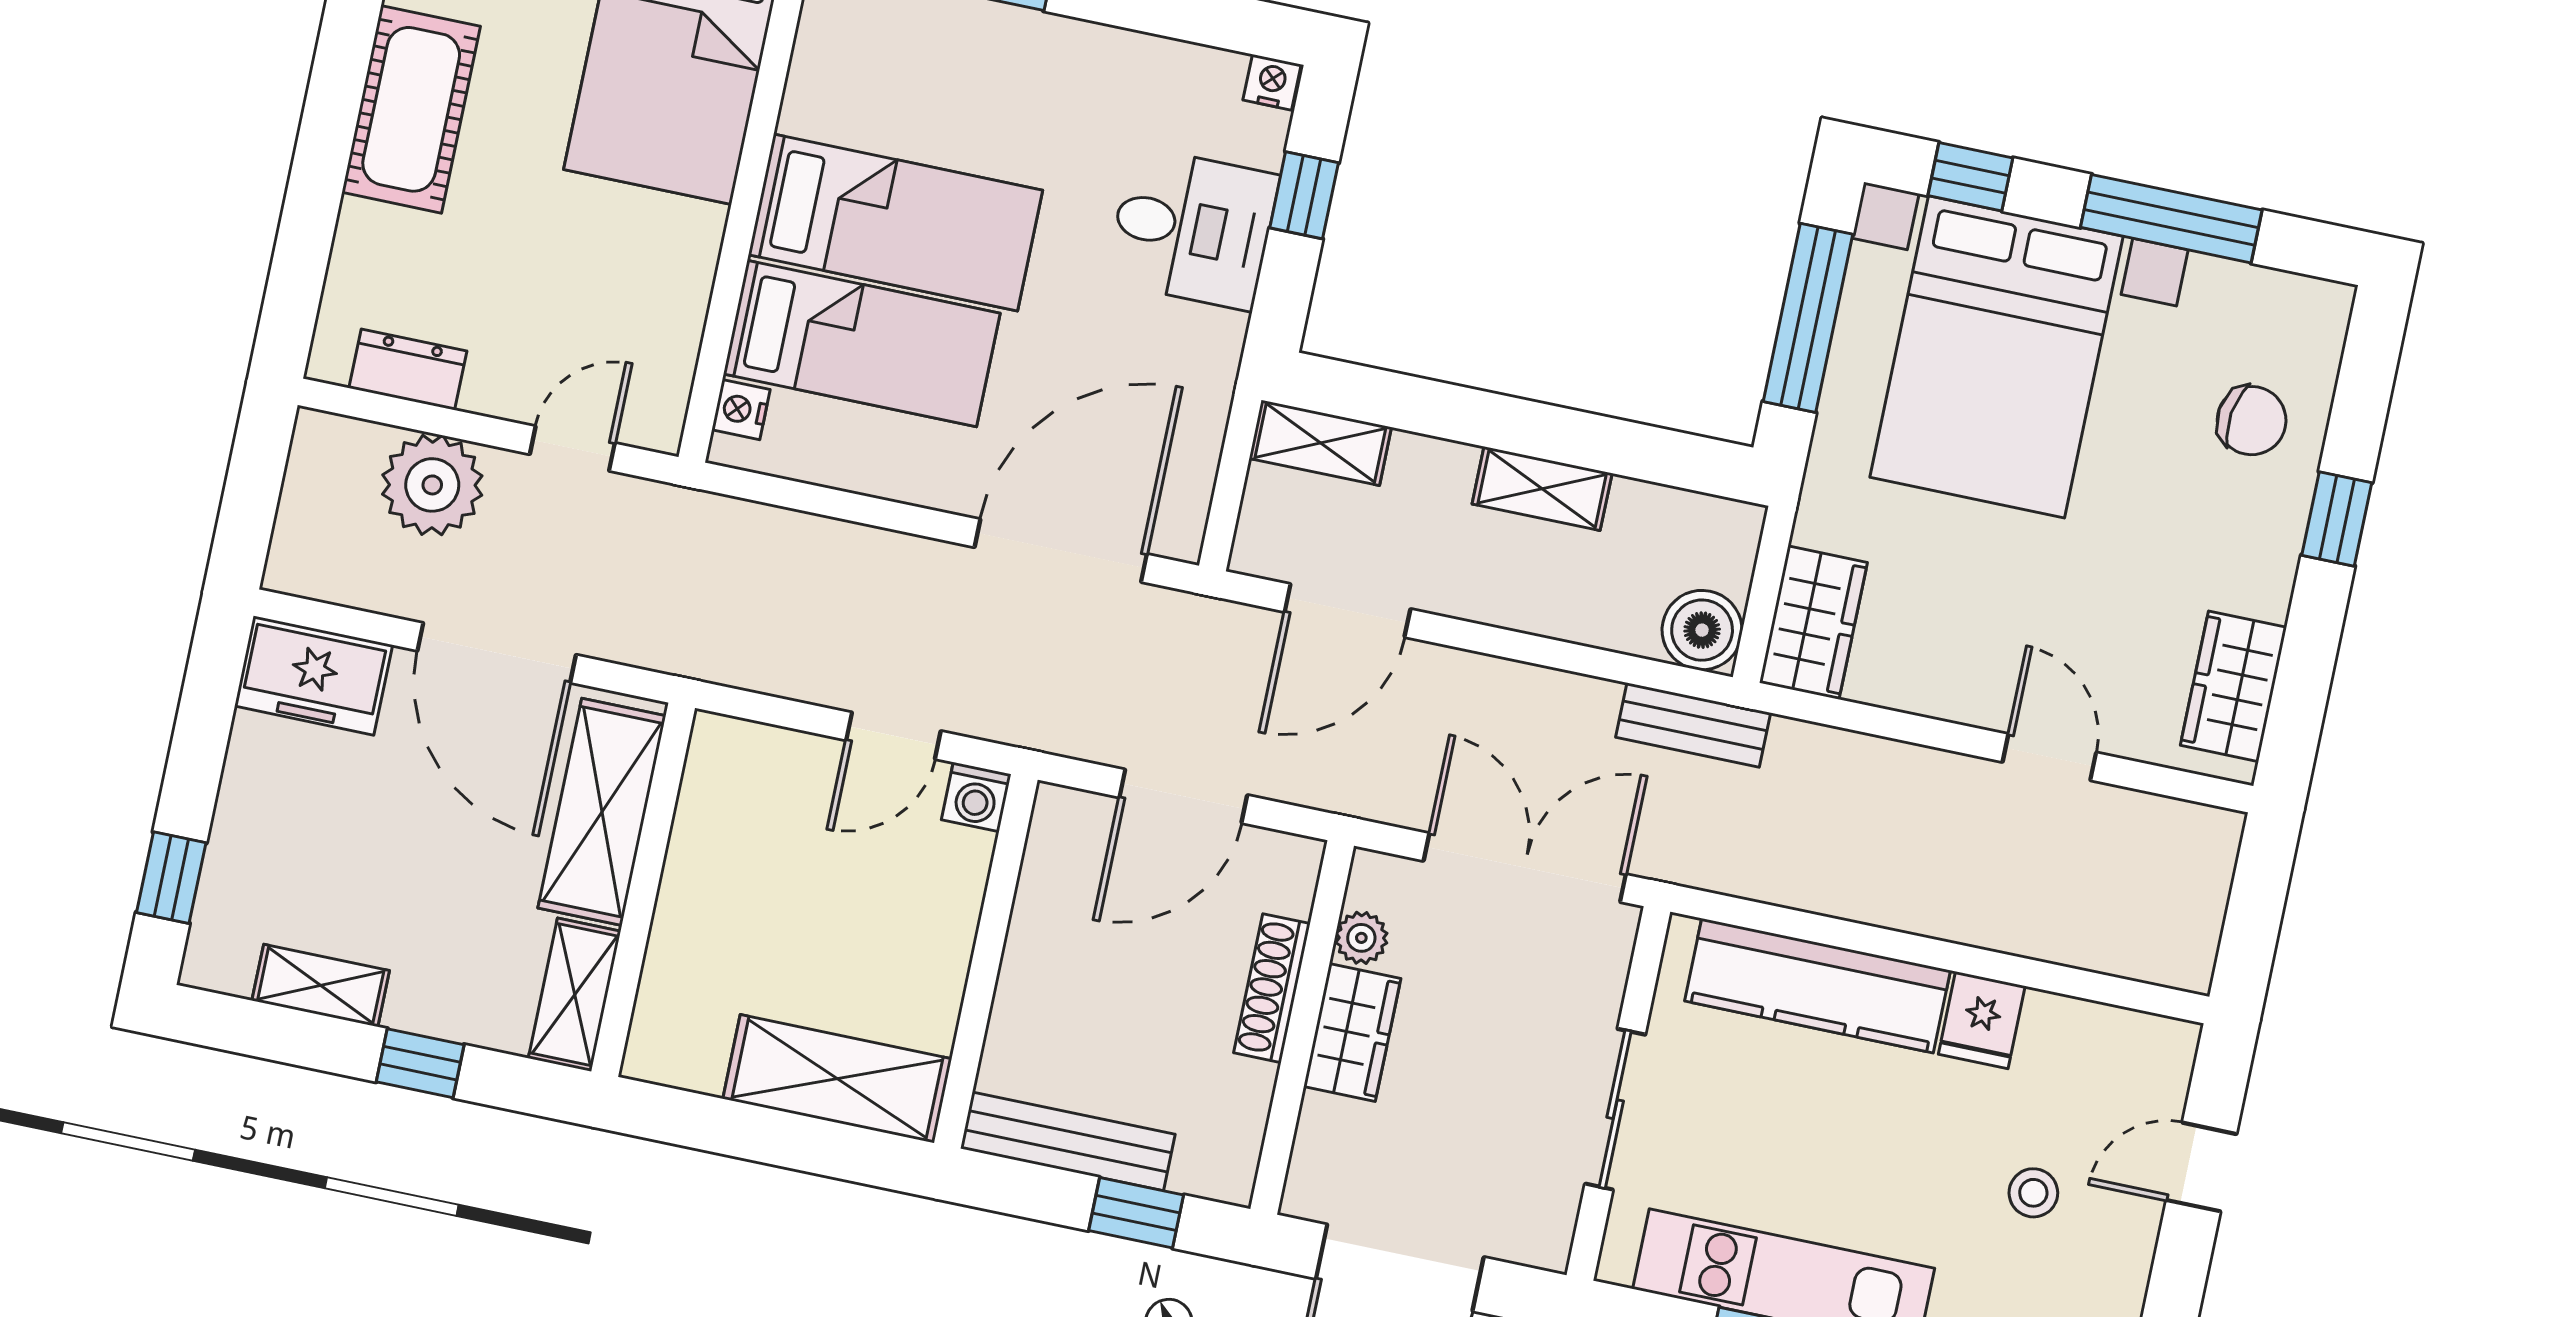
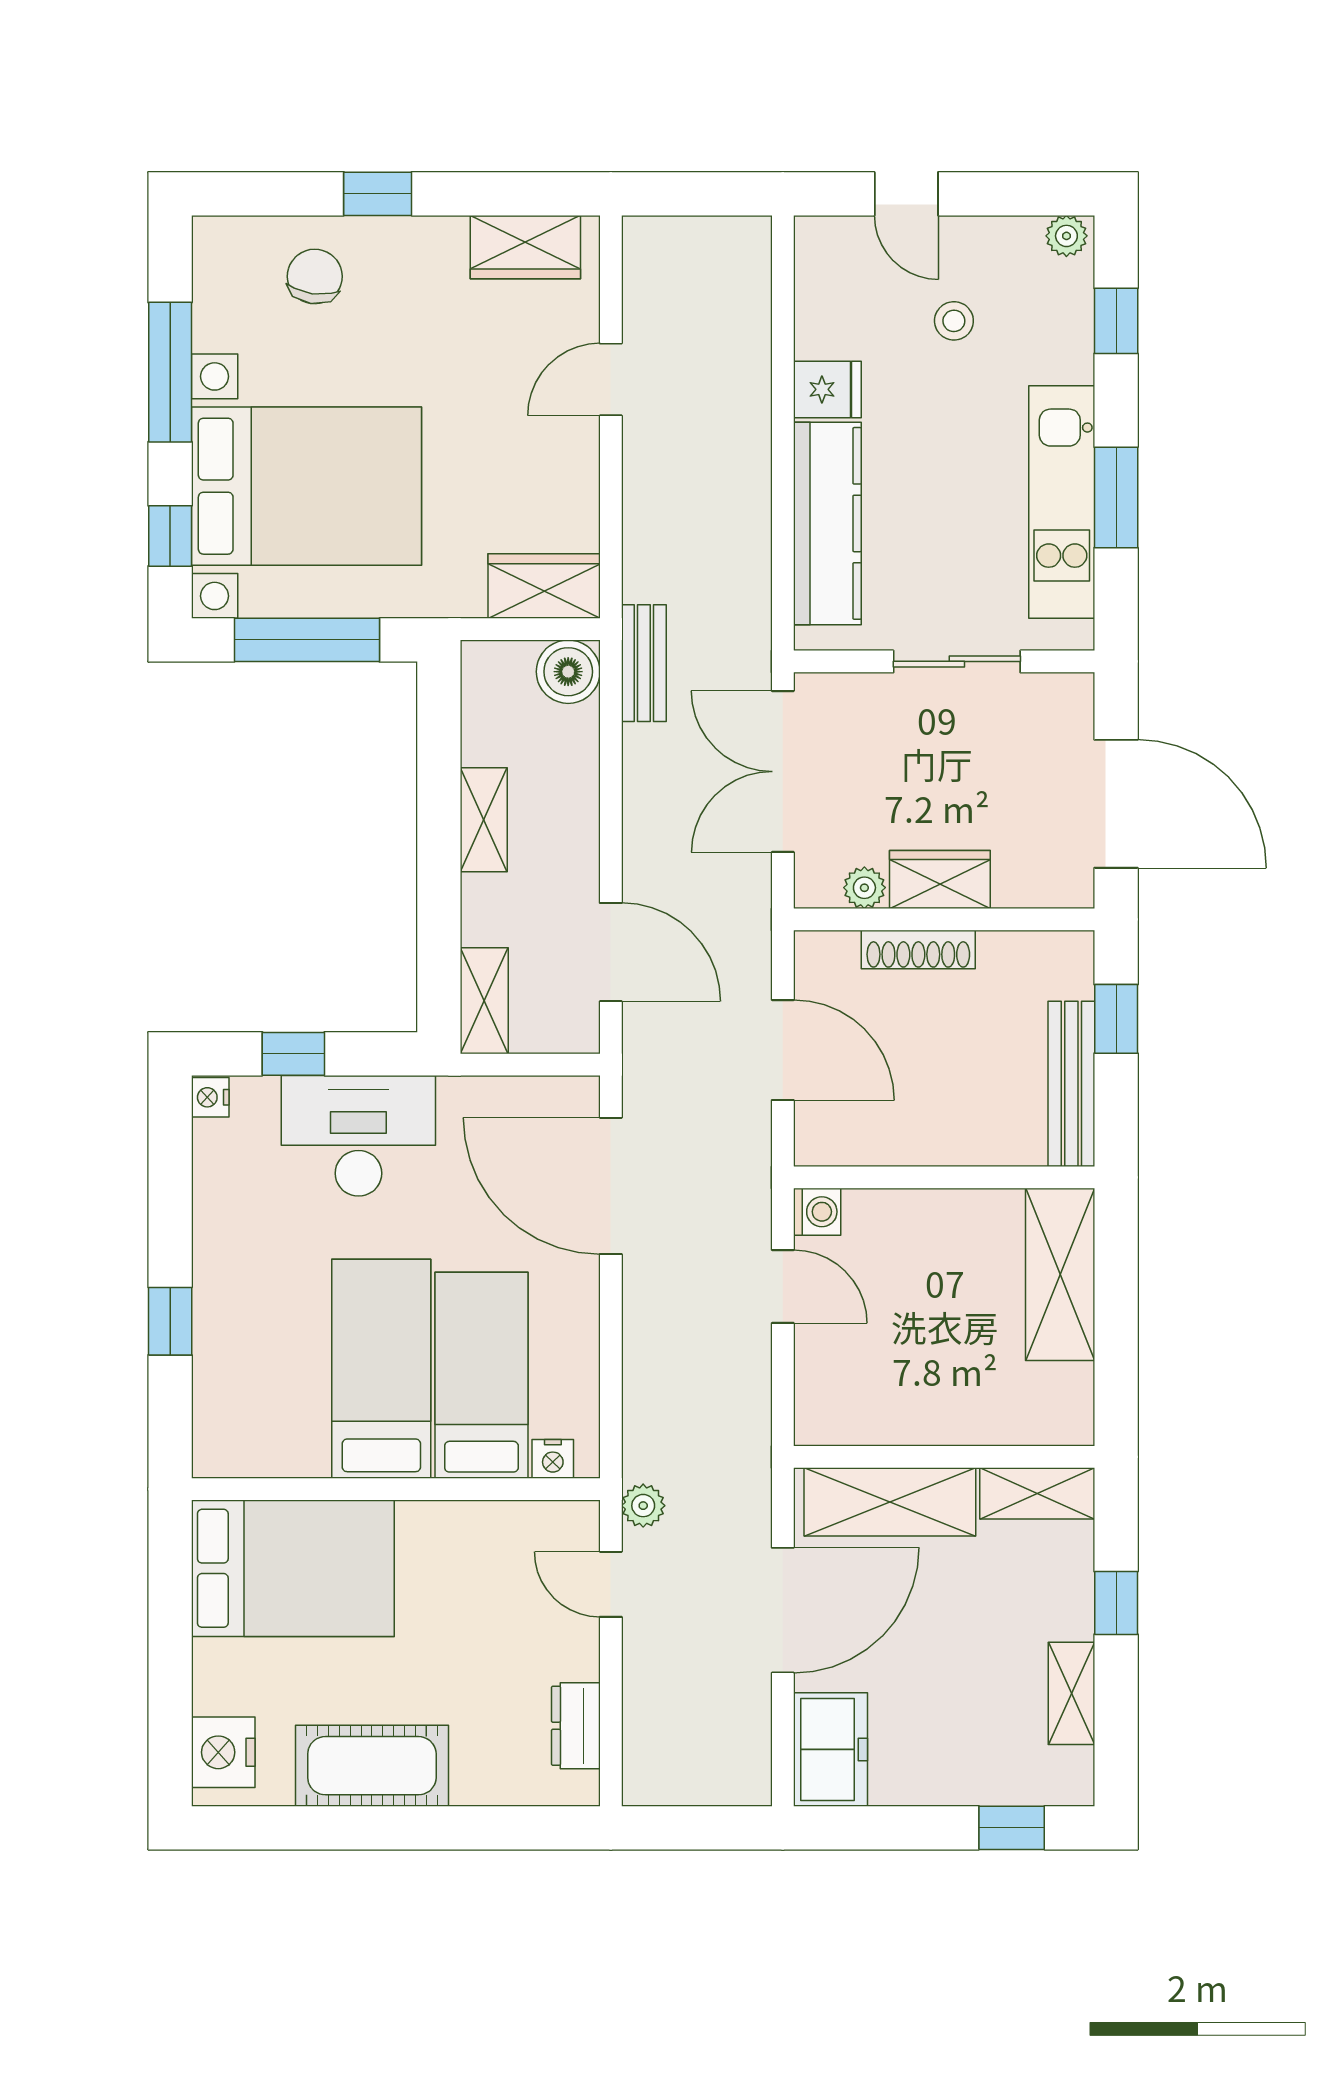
desk: (1192, 228) -> (358, 1136), width x1.37
plant: (432, 485) -> (643, 1506), moved, width x0.53, depth x0.53

